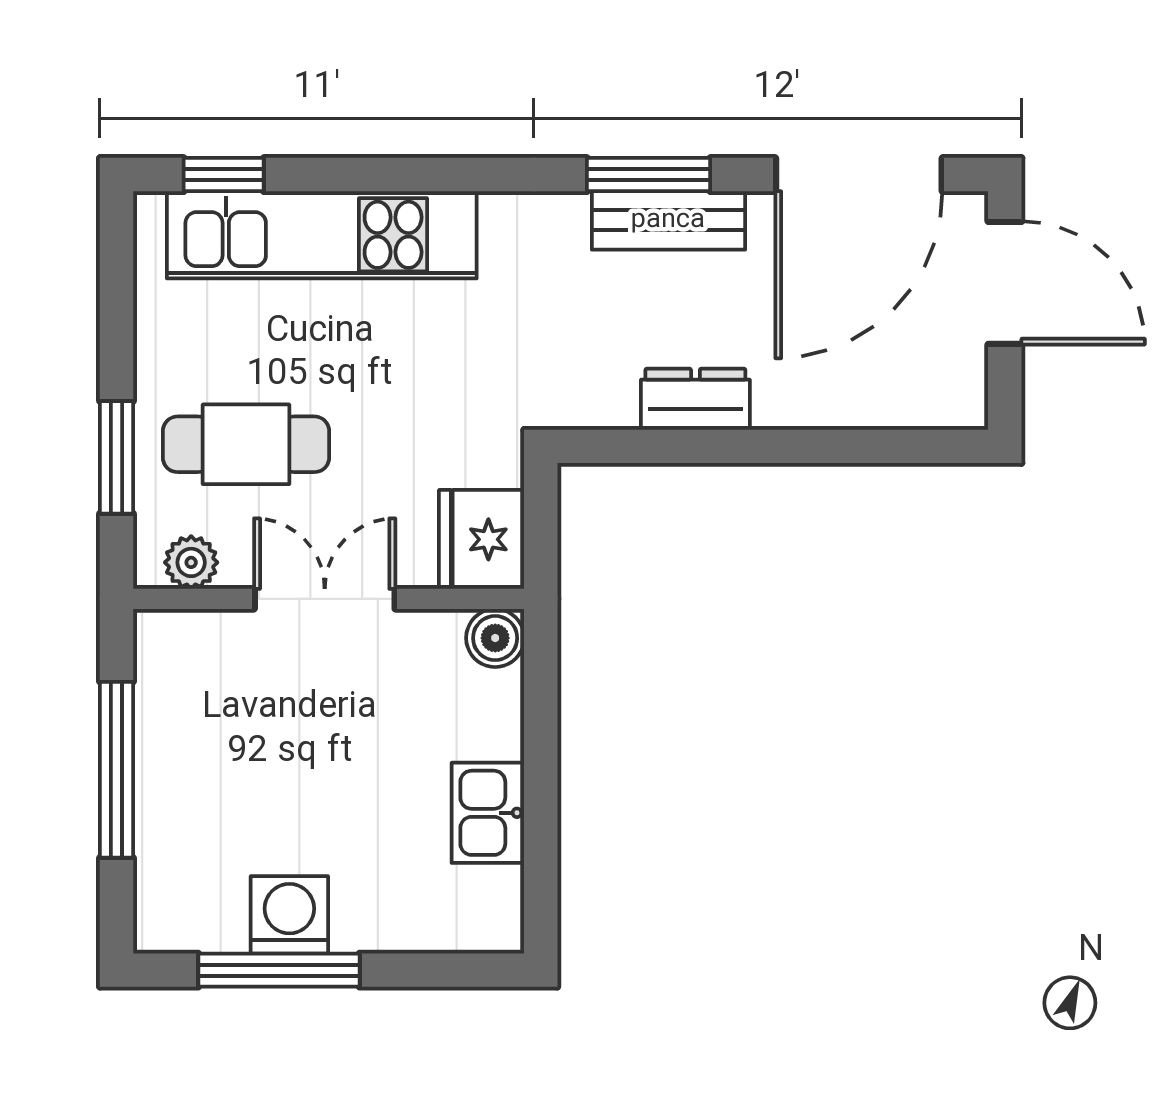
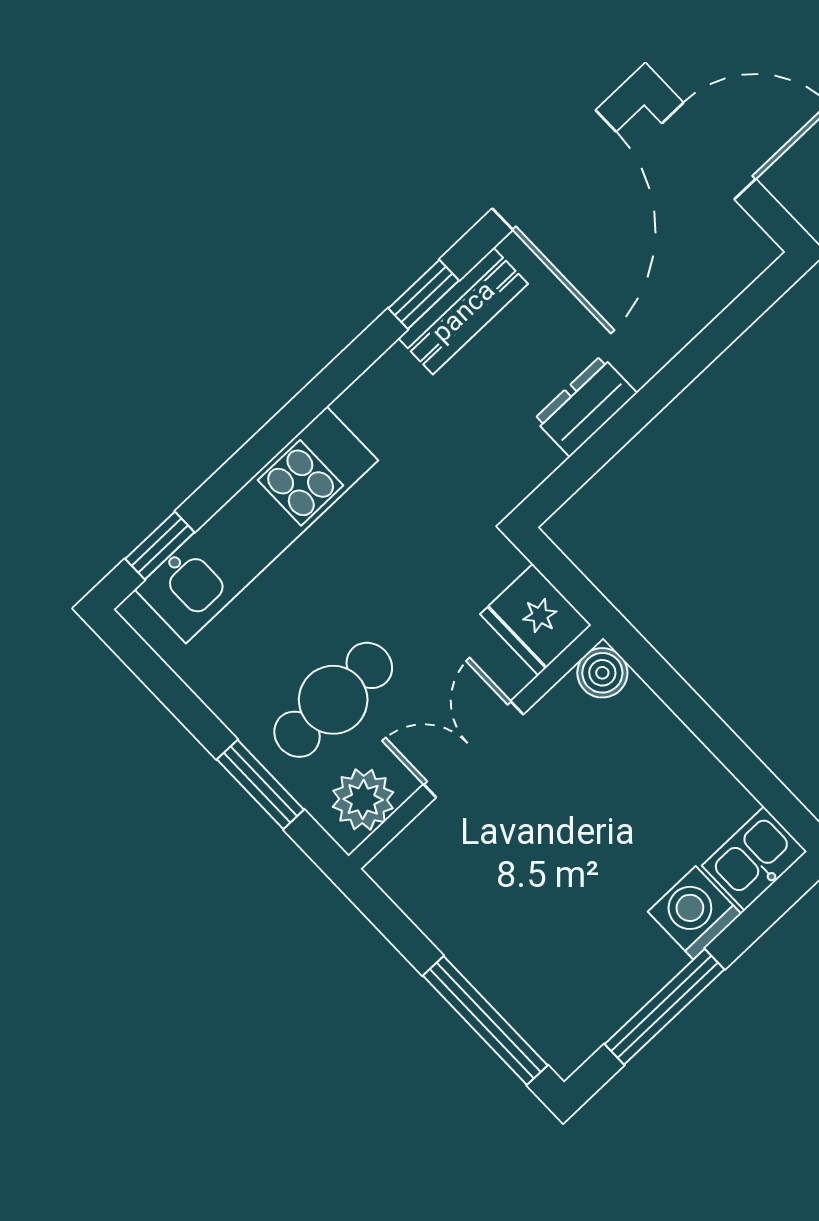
window: (649, 175) -> (424, 294), width x0.67
plant: (191, 562) -> (363, 799), width x1.38, depth x1.38
window: (116, 770) -> (485, 1021), moved
kitchen sink: (488, 813) -> (754, 859), moved, turned 90
washing machine: (289, 915) -> (695, 913), moved

